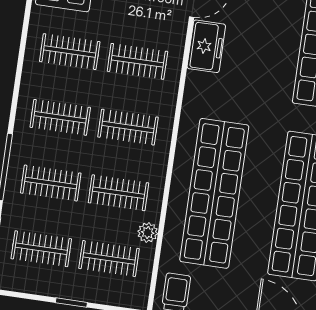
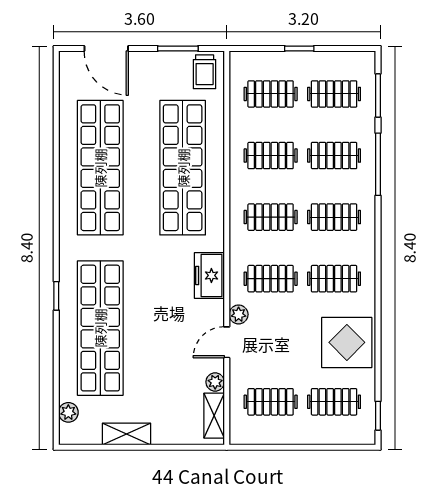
freezer: (206, 46) -> (209, 275), moved
plant: (148, 233) -> (239, 314), moved

